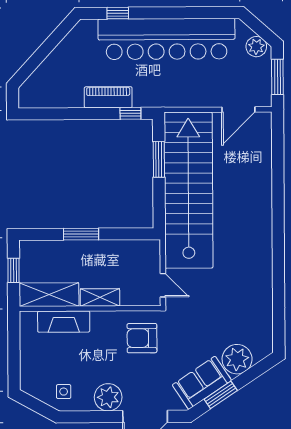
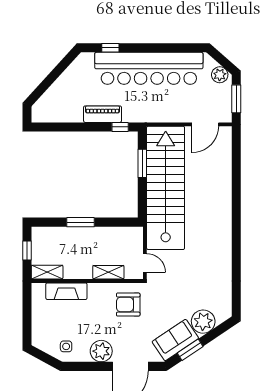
shelving: (49, 295) -> (47, 272), width x0.67, depth x0.75
shelving: (100, 297) -> (108, 272), moved

